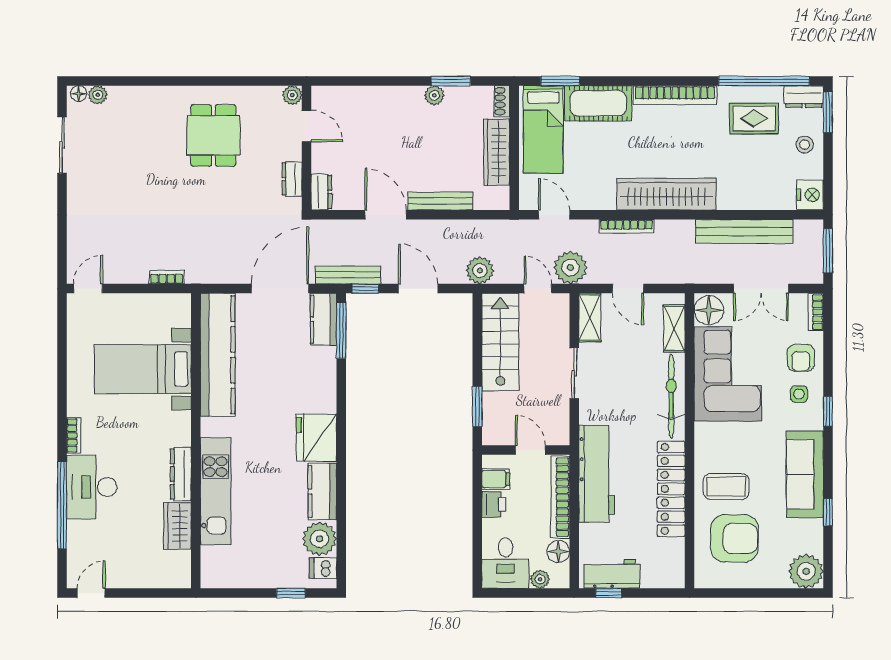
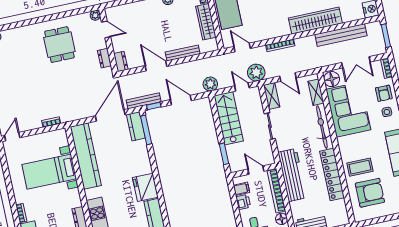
wardrobe: (667, 194) -> (315, 21), moved

